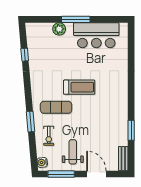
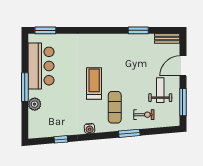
window: (131, 40) -> (45, 30), added
weight bench: (73, 152) -> (160, 90), turned 90
water cooler: (42, 162) -> (90, 128), moved

